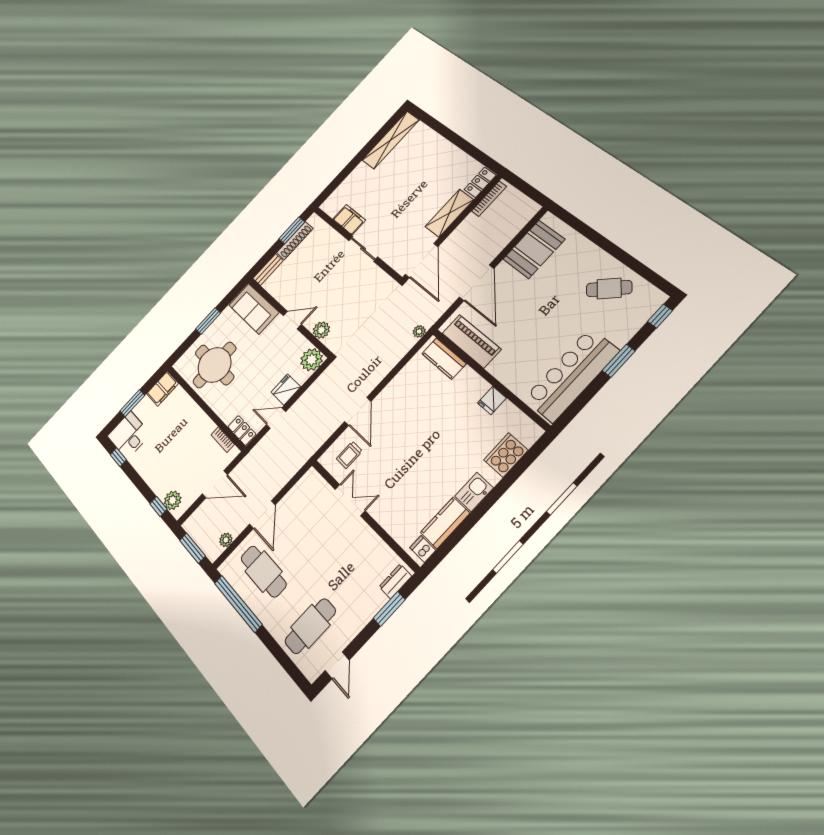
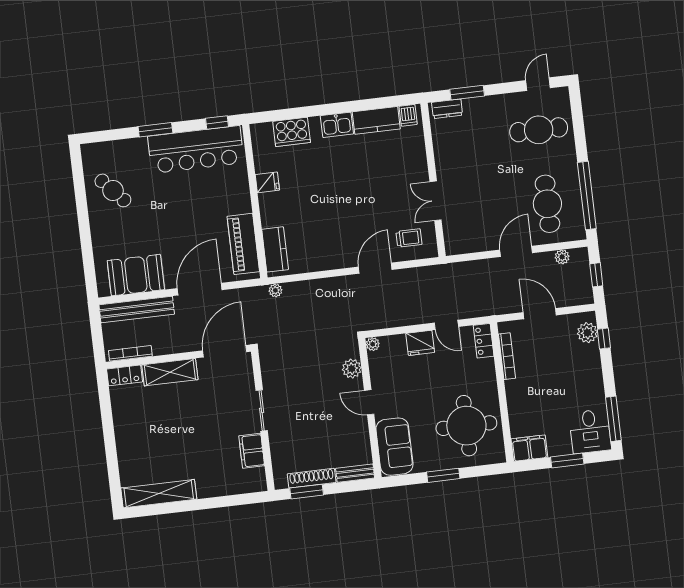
bench: (511, 229) -> (137, 309), added
window: (660, 316) -> (217, 122), moved
plant: (312, 360) -> (373, 344), width x0.53, depth x0.53
bookcase: (223, 440) -> (507, 356), width x1.56
window: (118, 457) -> (613, 419), width x2.17
window: (193, 548) -> (596, 275), width x0.67

